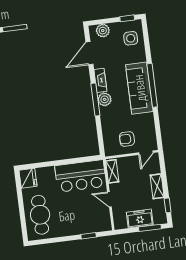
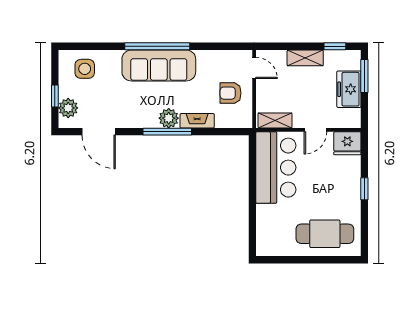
window: (127, 18) -> (55, 96), moved
fireplace: (100, 80) -> (197, 121), moved
armchair: (127, 139) -> (231, 93), turned 90
fridge: (28, 178) -> (347, 143), moved, turned 180
window: (89, 236) -> (364, 189), moved

